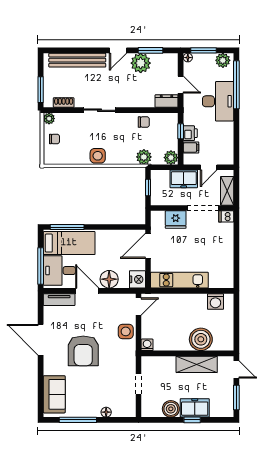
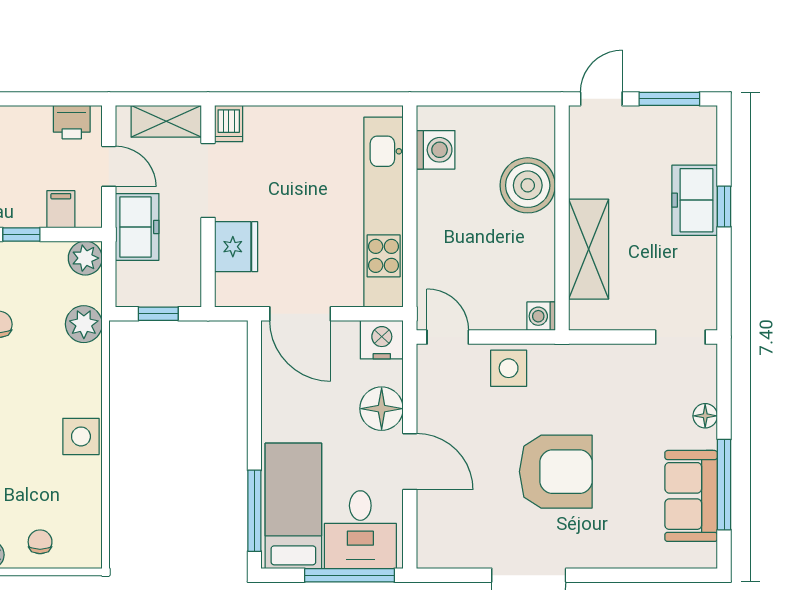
printer: (190, 133) -> (72, 122), moved, turned 180
kitchen unit: (179, 280) -> (384, 212), width x1.36
door: (87, 291) -> (410, 462), swing flipped
tv unit: (59, 300) -> (431, 530), removed
shelving: (197, 364) -> (589, 249), moved
doorway: (139, 384) -> (680, 337), moved
sofa: (54, 394) -> (691, 496), moved, turned -90
boiler: (171, 409) -> (697, 258), removed

